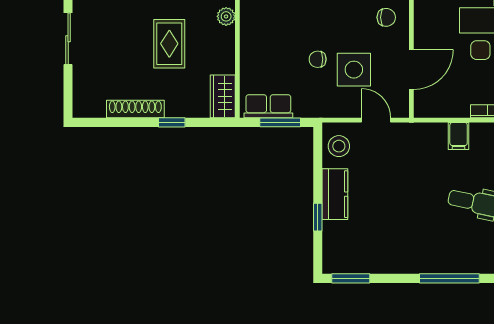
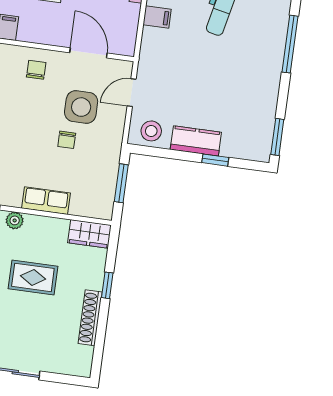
row of seats: (268, 106) -> (46, 201), moved, turned 90

